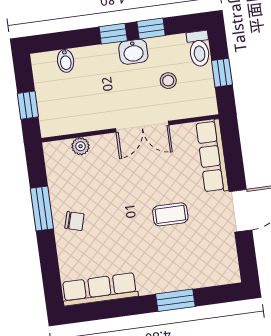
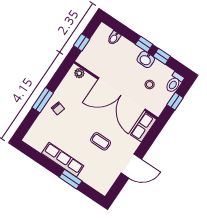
double door: (142, 127) -> (121, 94), width x1.87
plant: (81, 146) -> (79, 73), moved
row of seats: (212, 156) -> (144, 127), width x0.68
window: (42, 209) -> (43, 100), moved
row of seats: (100, 289) -> (63, 160), moved

